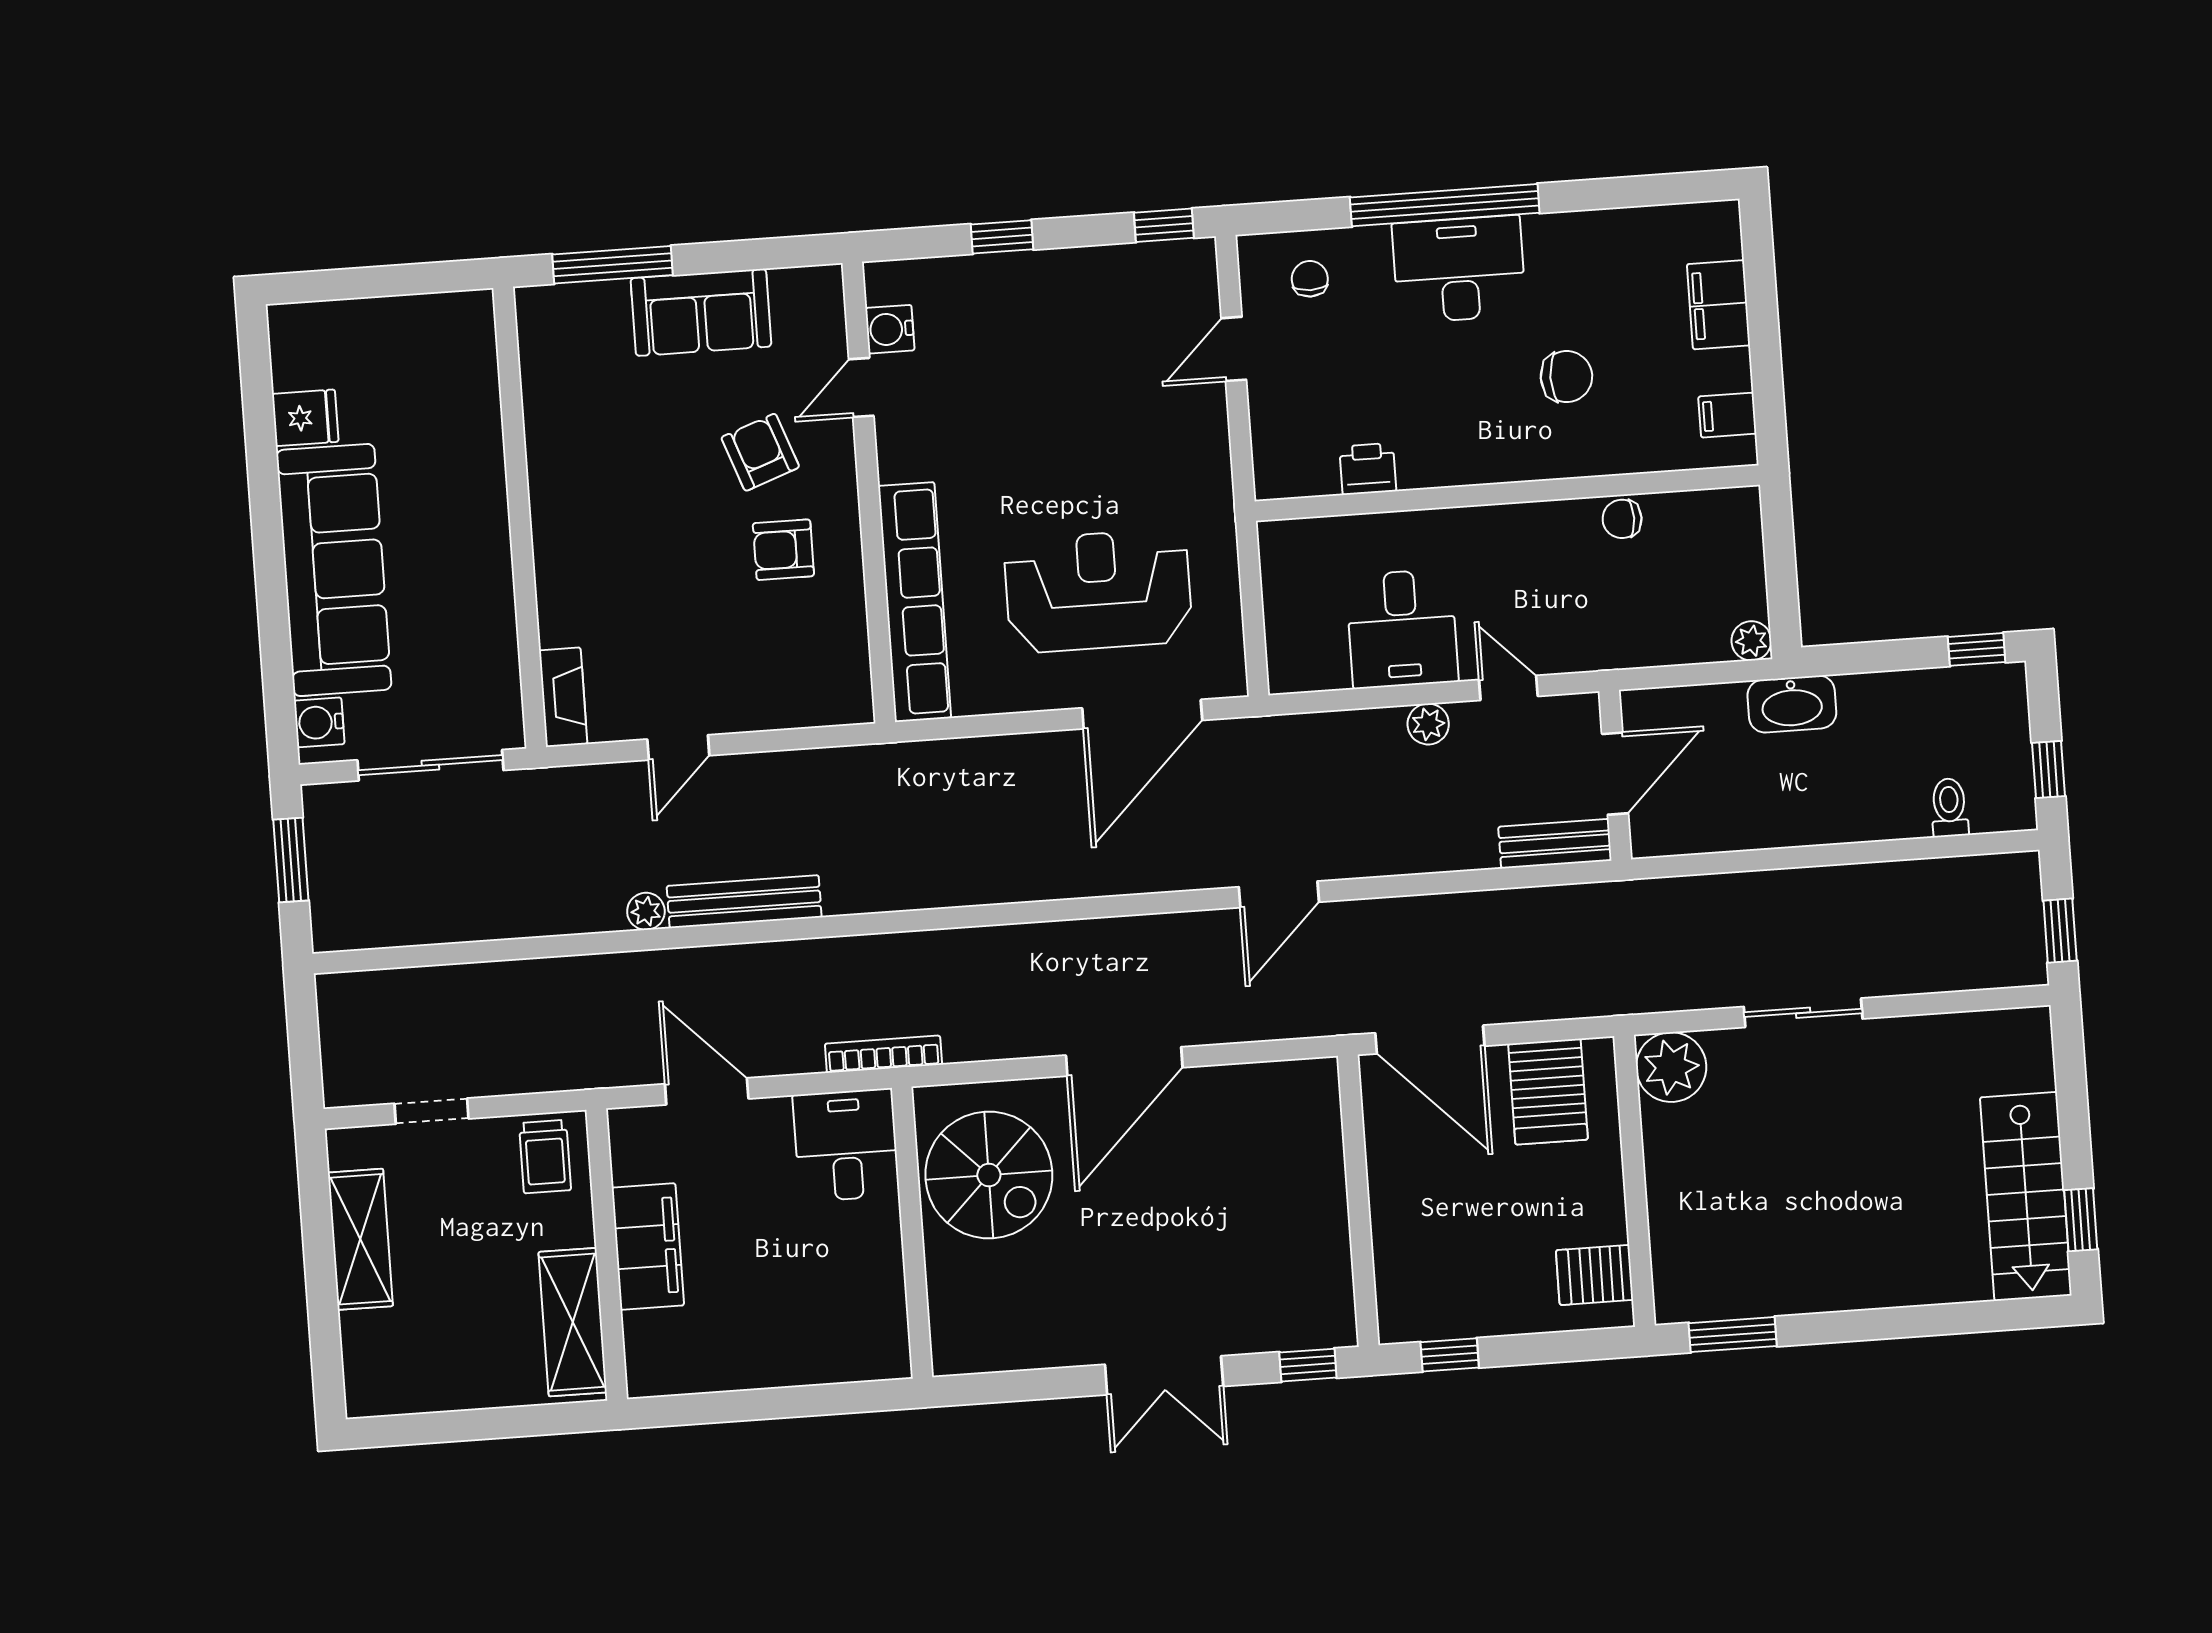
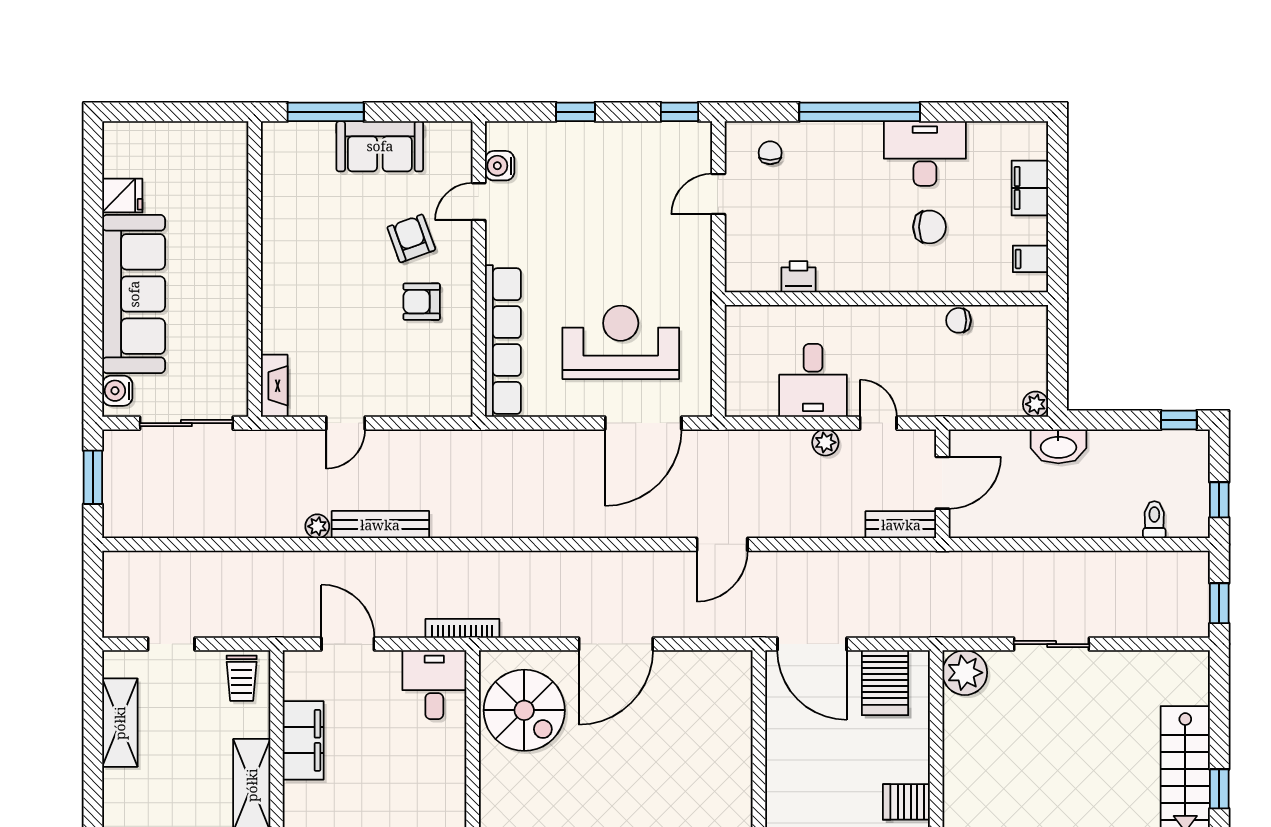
desk: (1459, 269) -> (925, 154), moved

